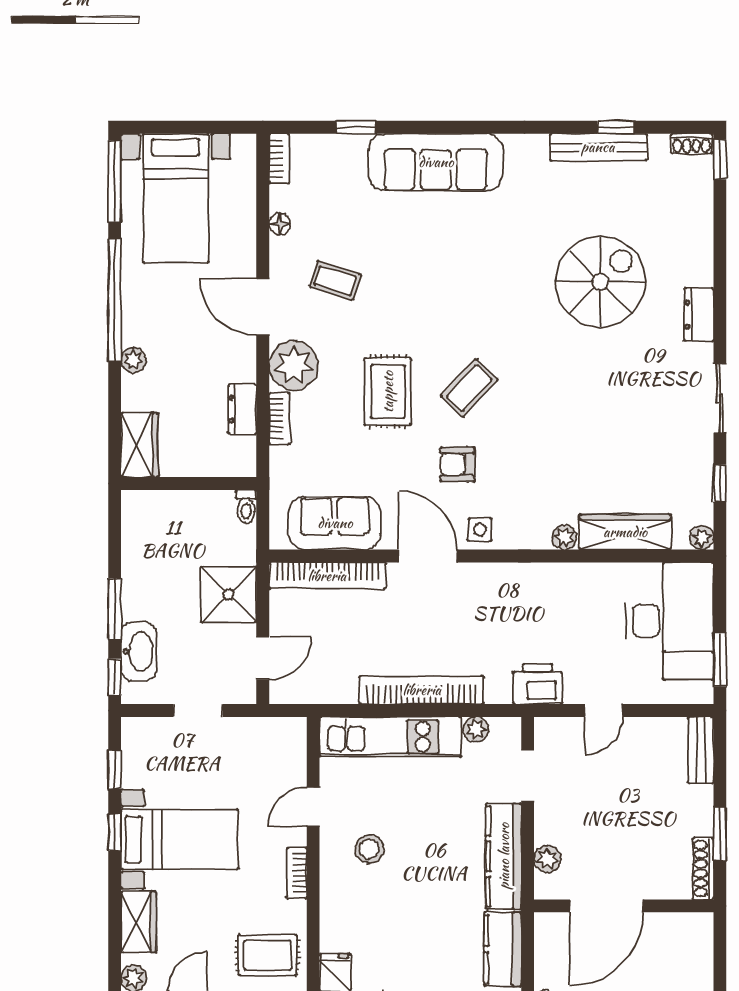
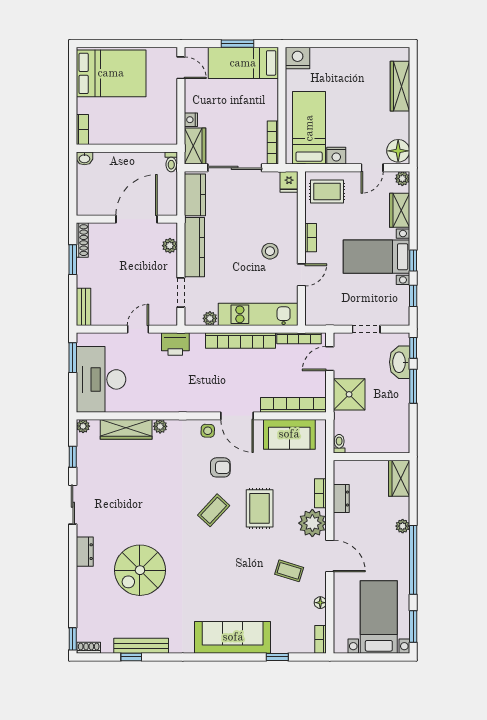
window: (115, 181) -> (413, 627), width x0.69
bookcase: (318, 694) -> (299, 338), added

